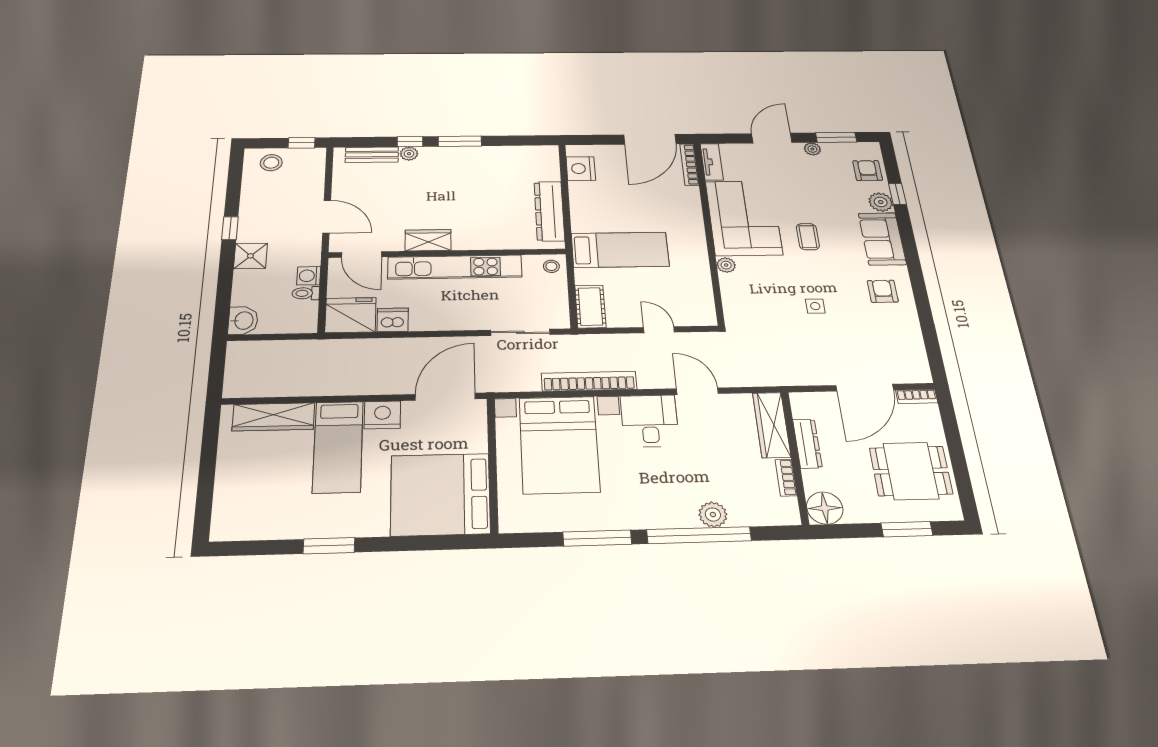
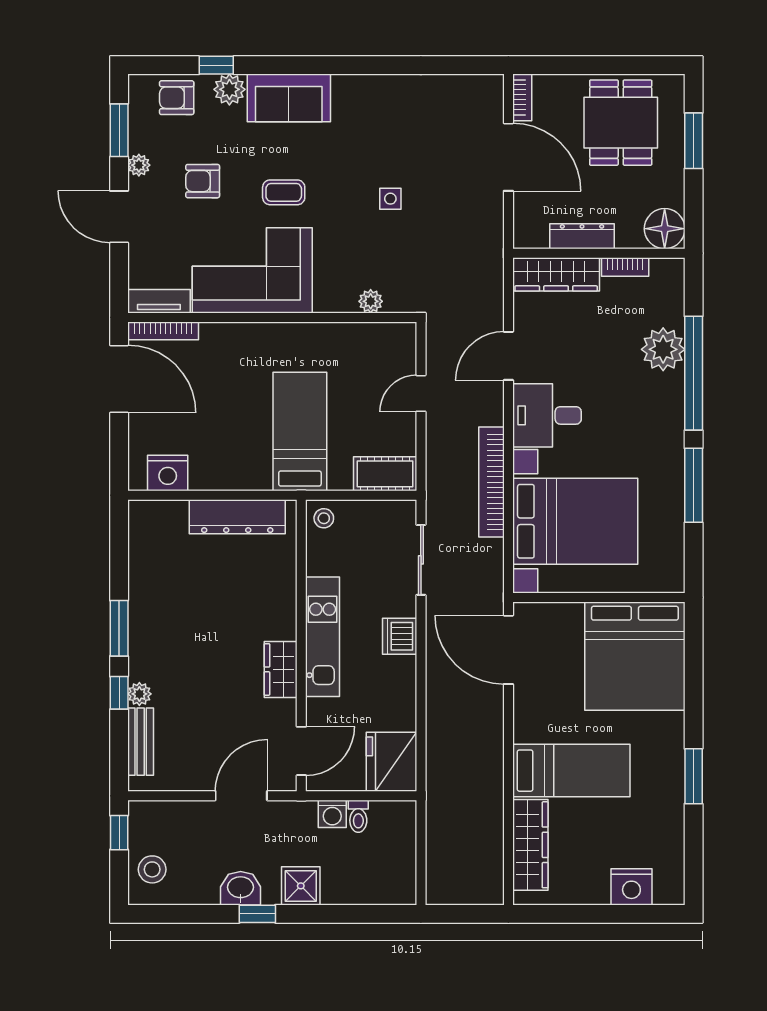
plant: (726, 265) -> (371, 301), moved
kitchen unit: (455, 267) -> (323, 637), width x0.73
armchair: (883, 291) -> (203, 181), moved
dishwasher: (393, 320) -> (400, 636), moved
washbasin: (243, 321) -> (241, 888), moved
nightstand: (382, 415) -> (631, 887), moved, turned -90
plant: (713, 515) -> (663, 349), width x1.36, depth x1.36

